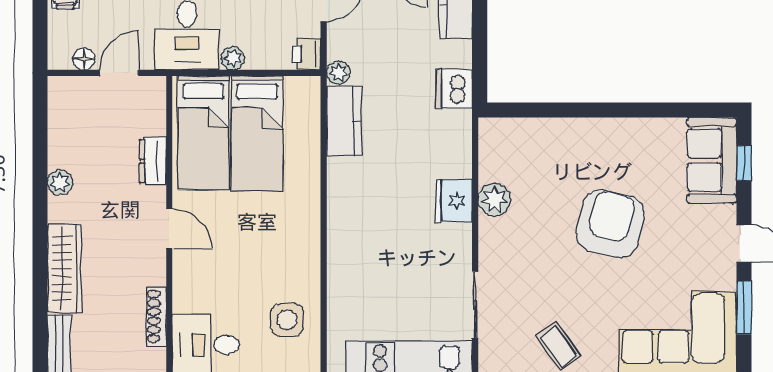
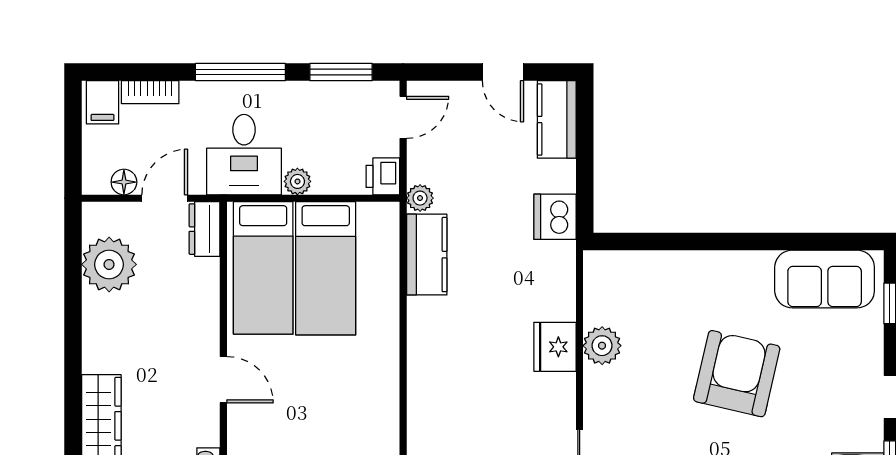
sofa: (712, 160) -> (825, 279), moved, turned -90
dresser: (153, 161) -> (204, 229), moved
plant: (60, 182) -> (109, 264), moved, width x1.88, depth x1.88

